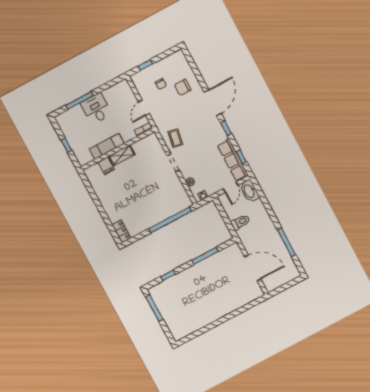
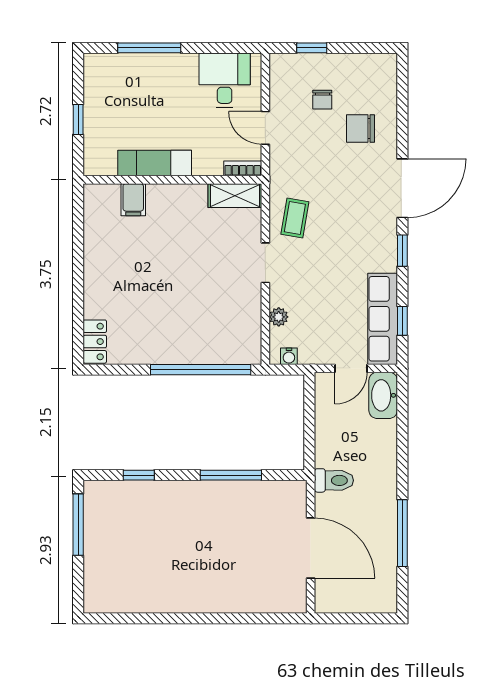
door: (144, 108) -> (265, 128), hinge flipped
desk: (96, 109) -> (225, 80), moved
shelving: (122, 155) -> (235, 196), moved
toilet: (240, 222) -> (334, 480), moved

